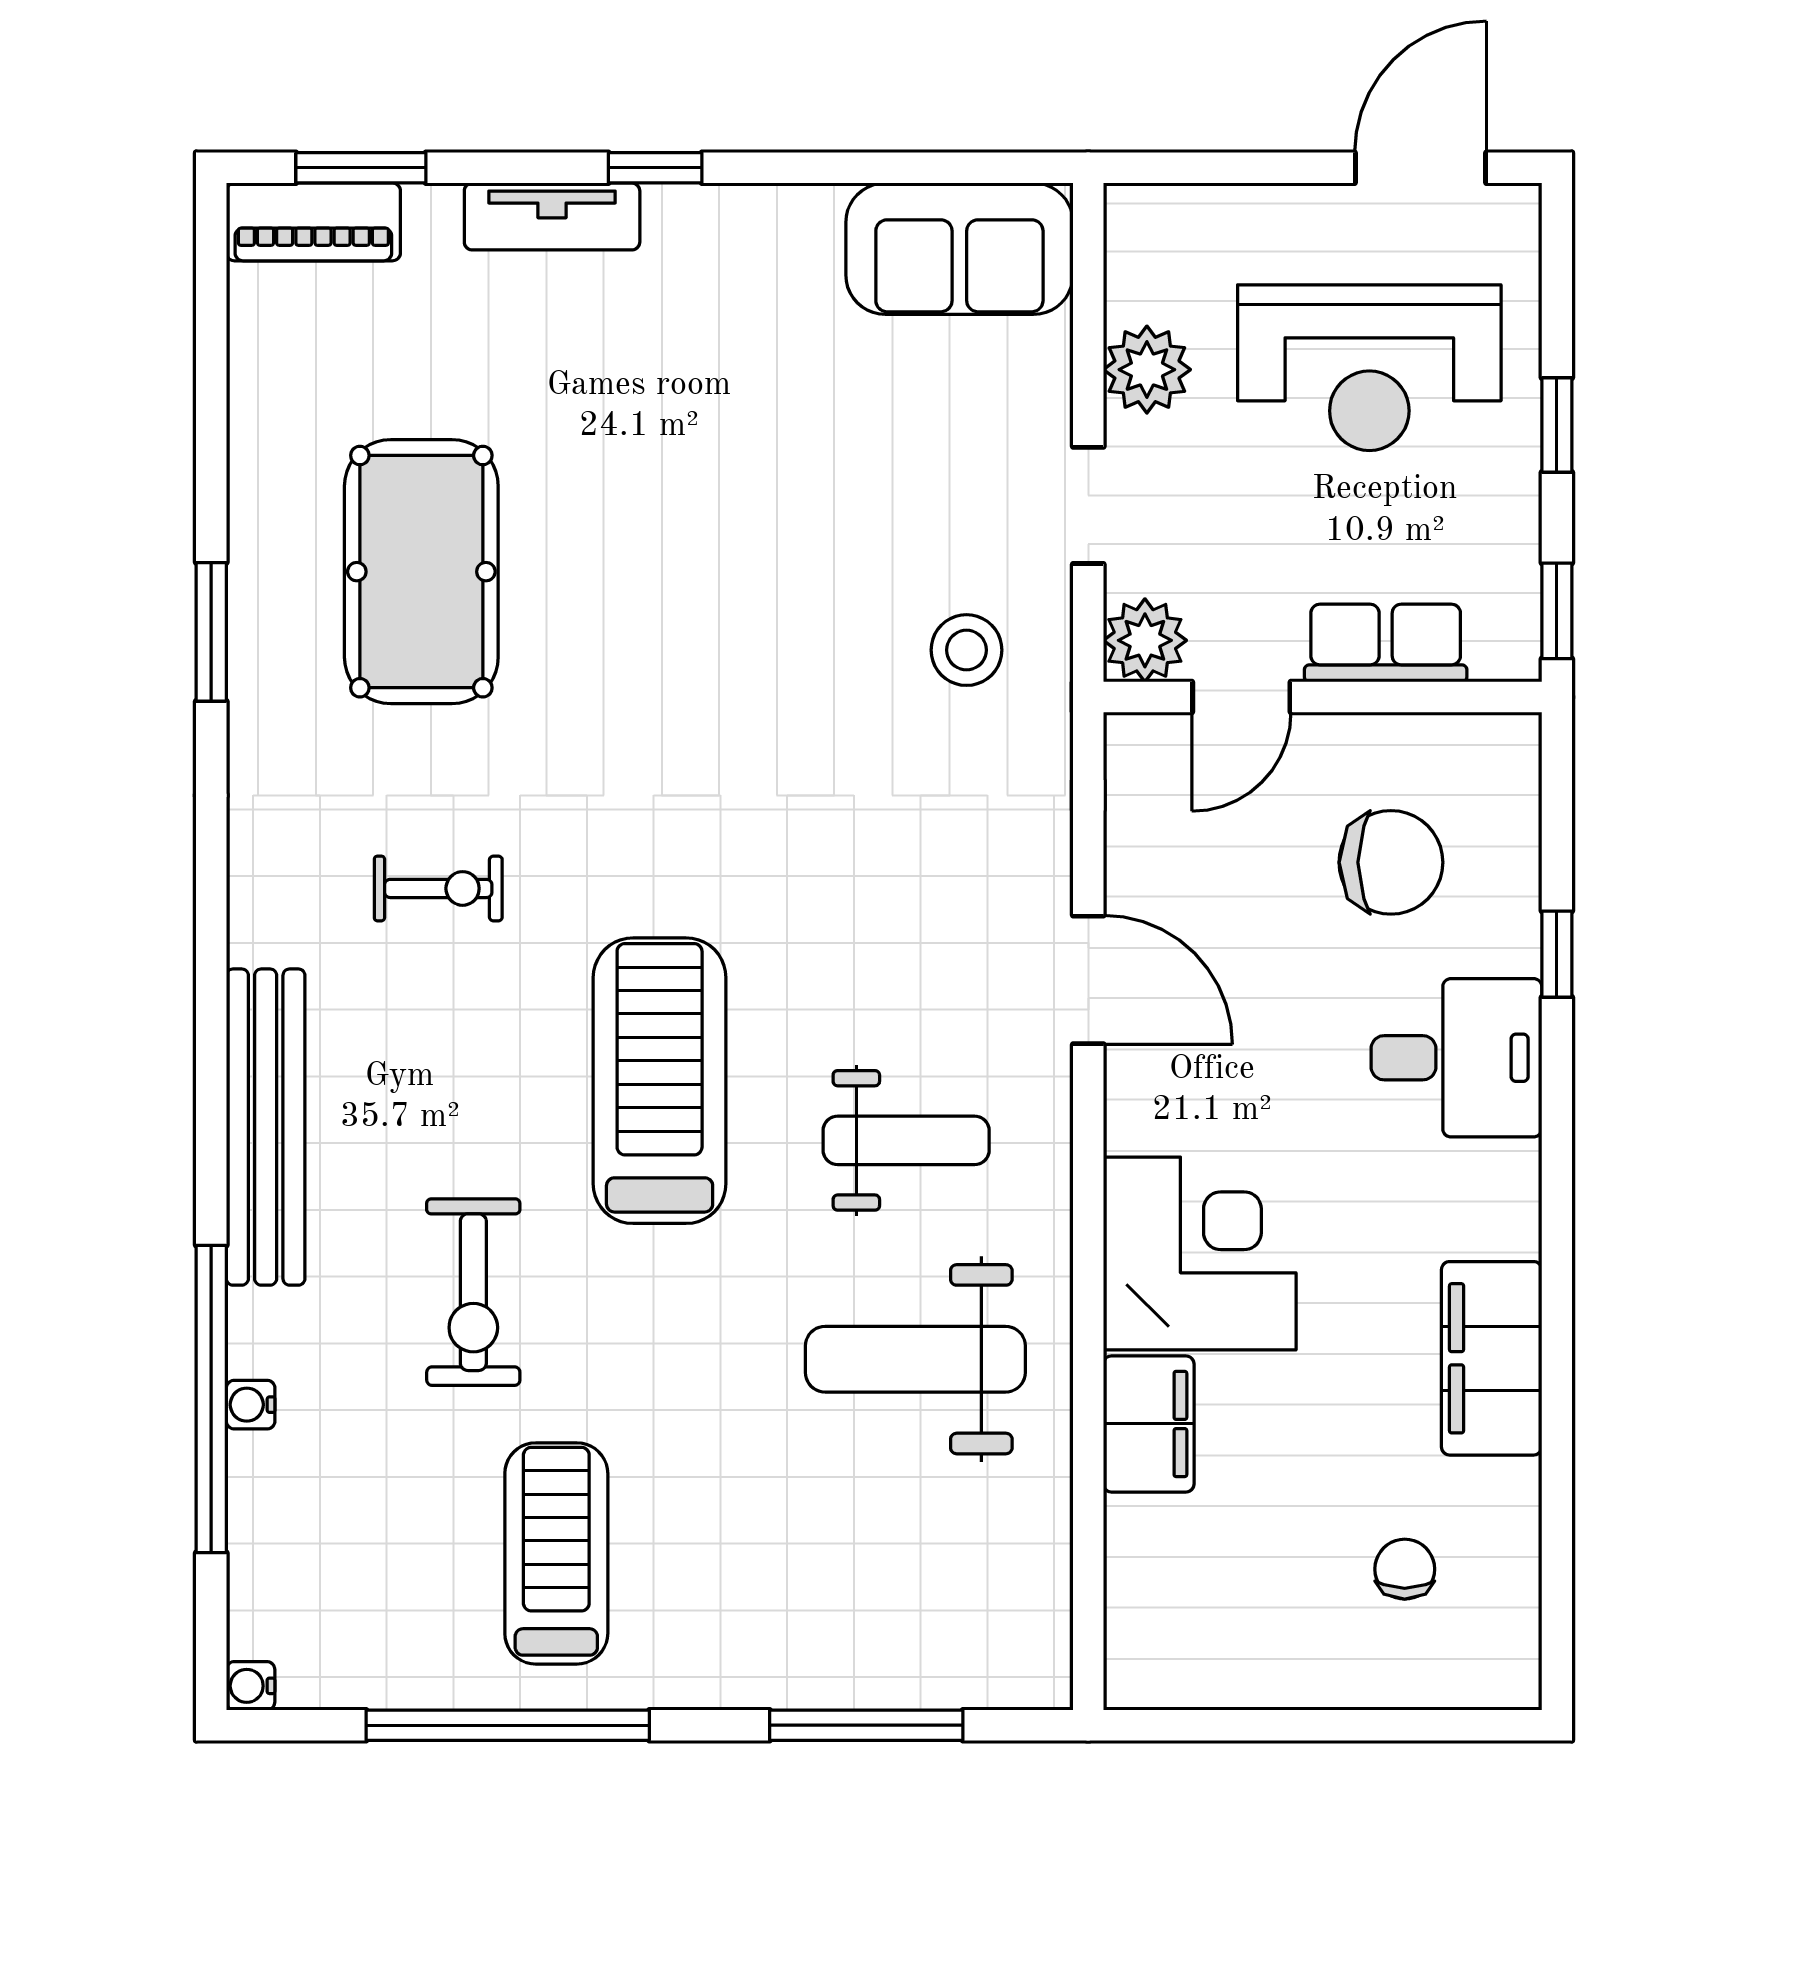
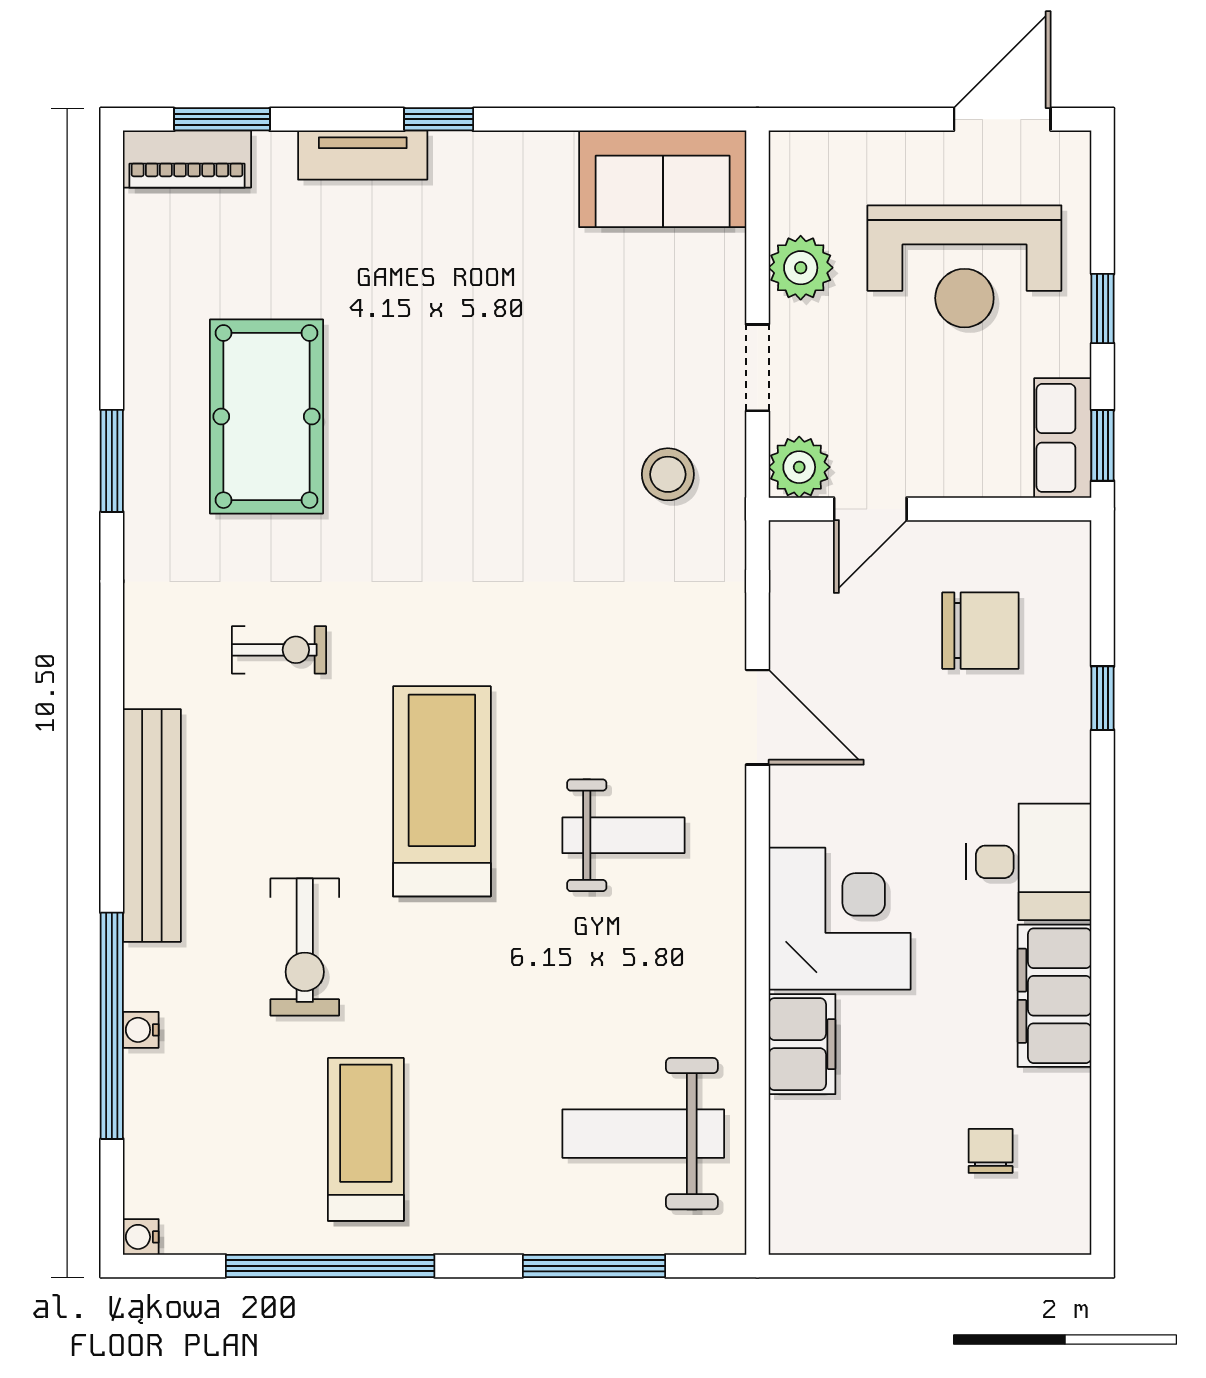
row of seats: (1386, 643) -> (1063, 438), moved, turned -90
desk: (1456, 1058) -> (1029, 862), moved
weight bench: (915, 1359) -> (643, 1134), moved

